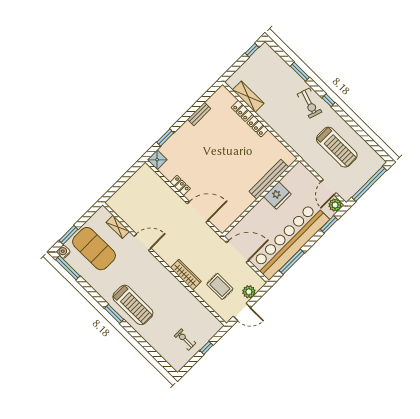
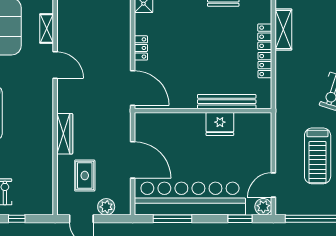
bench: (269, 179) -> (227, 102), moved
fridge: (277, 195) -> (220, 124), moved
wall: (261, 197) -> (203, 111), moved

